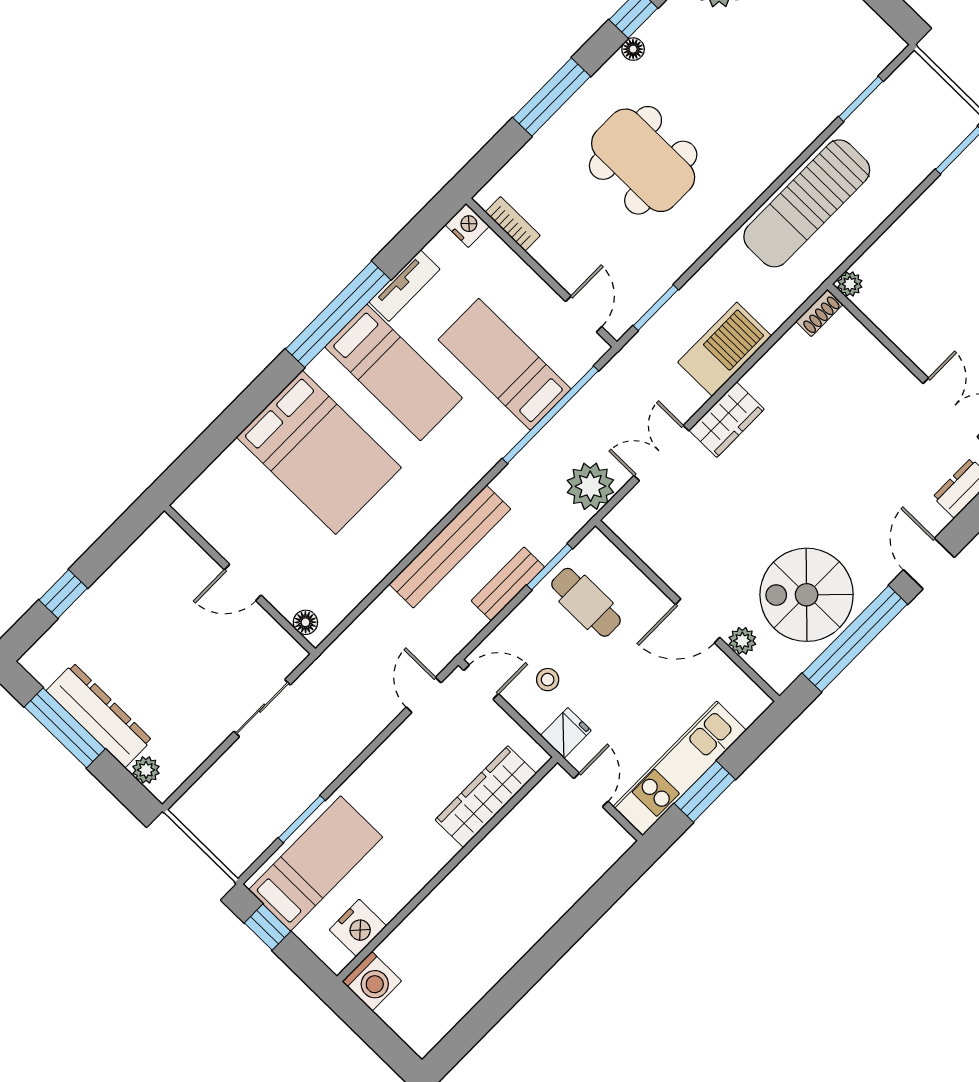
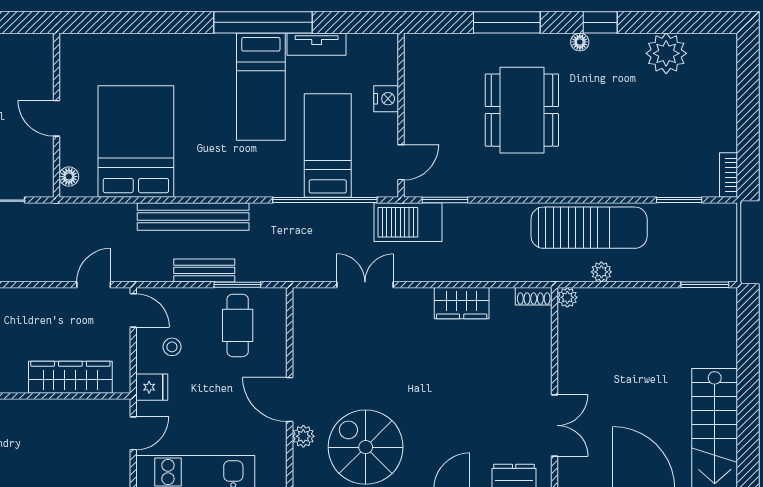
sun lounger: (807, 203) -> (589, 228), turned 180
bookcase: (513, 224) -> (728, 175), moved, turned 180
nightstand: (467, 225) -> (386, 99), moved
barbecue: (725, 349) -> (408, 222), moved, turned 180
wardrobe: (727, 420) -> (462, 303), moved
bed: (319, 452) -> (136, 141), moved, turned 180
plant: (590, 486) -> (601, 272), moved, width x0.53, depth x0.53

